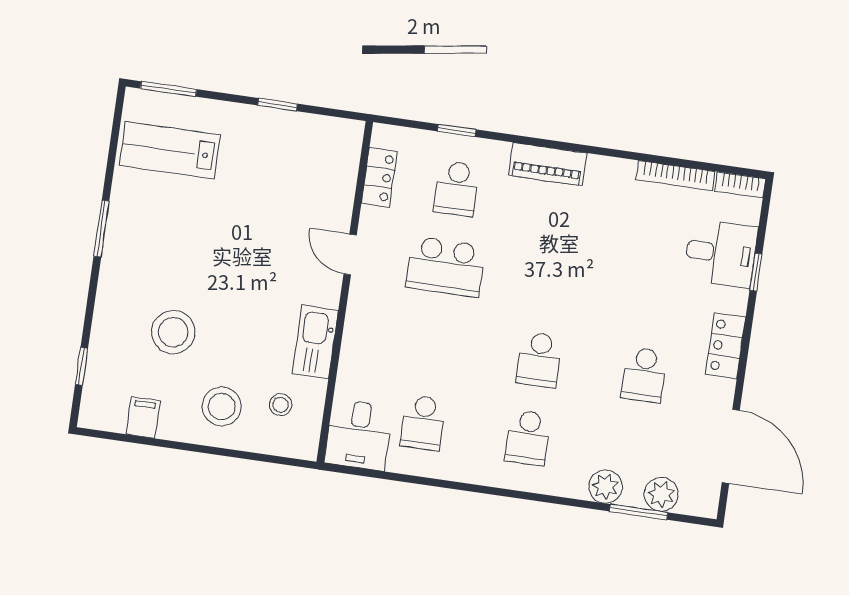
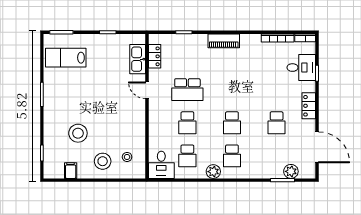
school desk: (457, 189) -> (187, 123), moved
kitchen sink: (315, 342) -> (138, 59), moved
plant: (605, 487) -> (213, 172), moved

